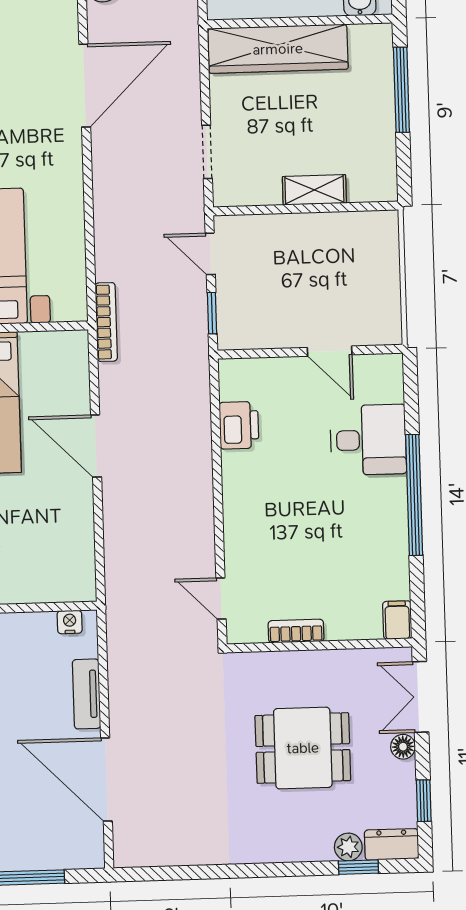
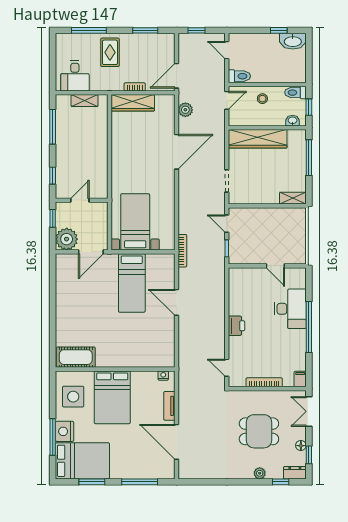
shelving: (314, 190) -> (293, 198), moved
printer: (239, 425) -> (237, 326), moved
desk: (368, 440) -> (290, 309), width x1.37
bookcase: (296, 631) -> (264, 382), width x1.56
floor lamp: (403, 747) -> (301, 446), moved
plant: (348, 847) -> (260, 473), moved

